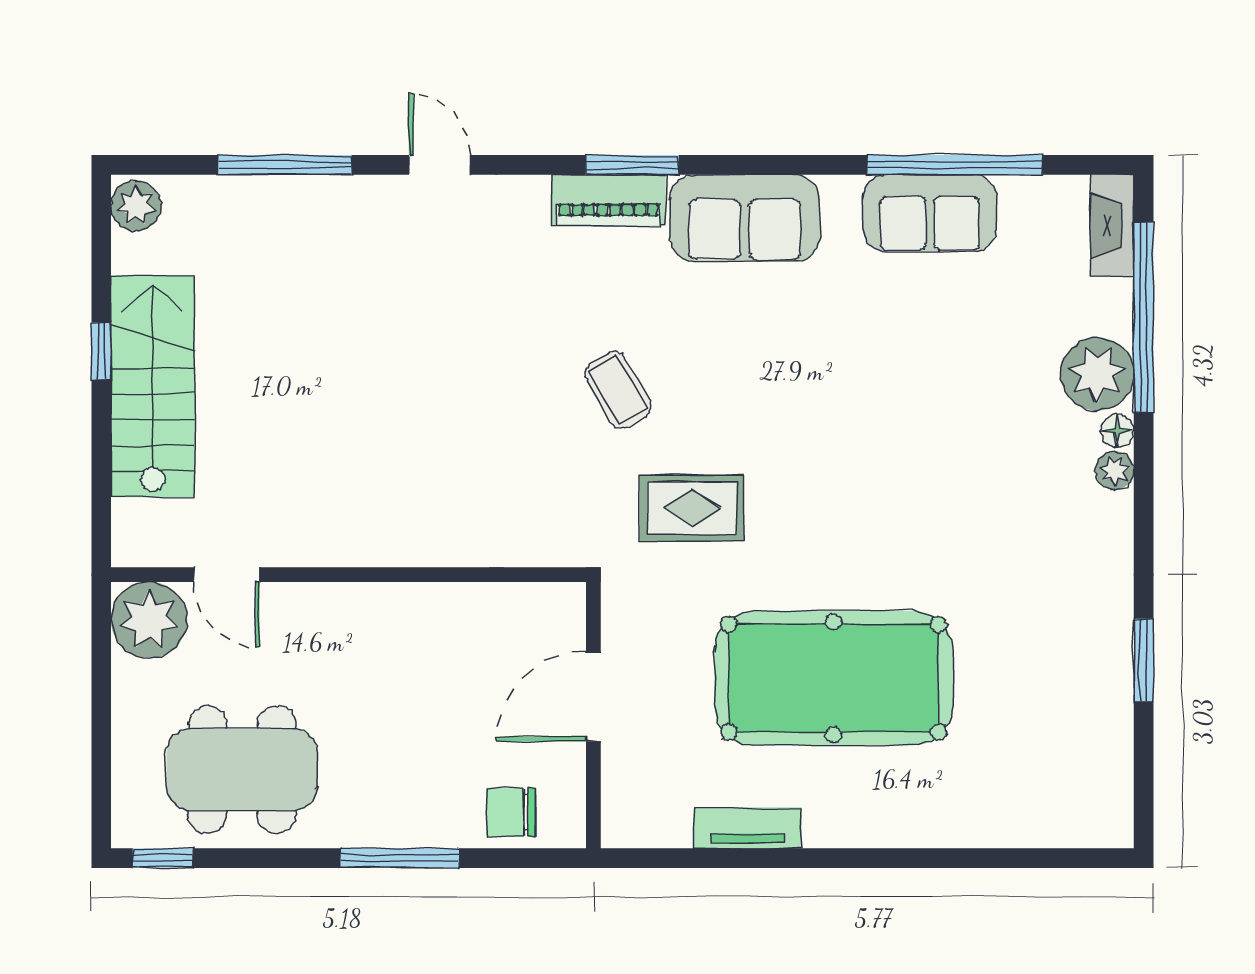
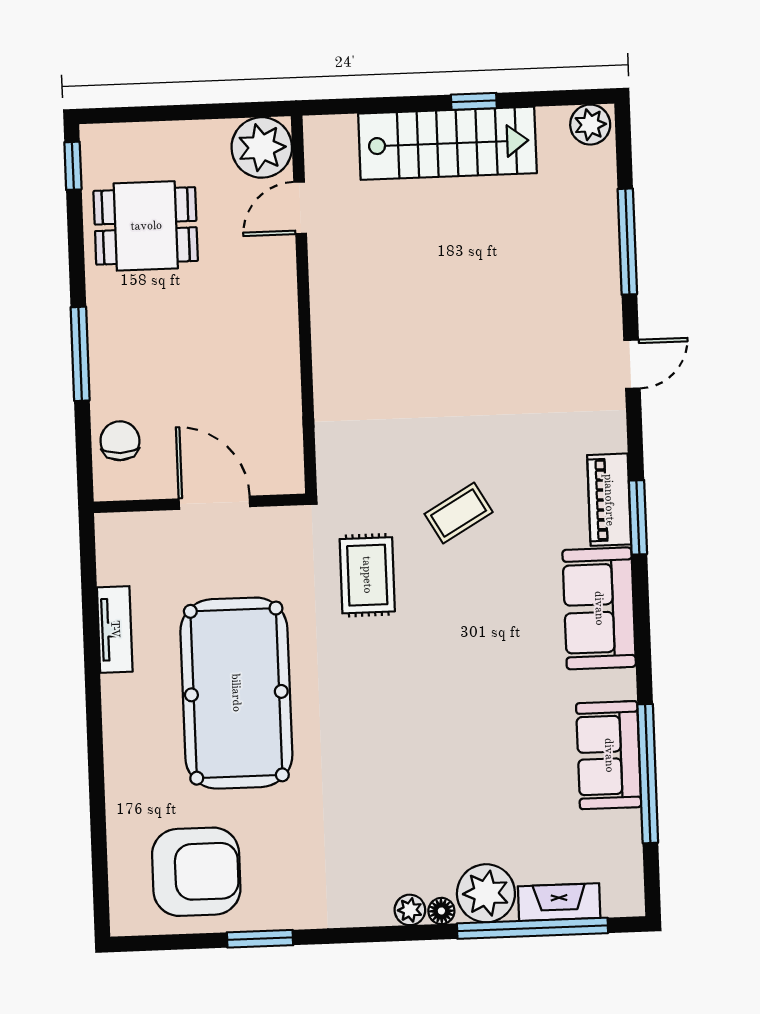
fireplace: (1112, 226) -> (559, 902), moved
armchair: (1056, 737) -> (196, 872), added
dining table: (242, 770) -> (146, 226), width x0.73

